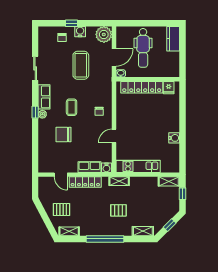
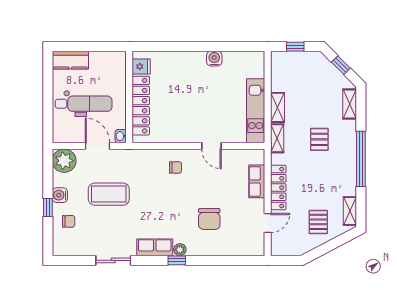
coffee table: (72, 107) -> (170, 207), removed
water cooler: (106, 168) -> (258, 157), removed
shelving: (169, 181) -> (277, 107), moved

